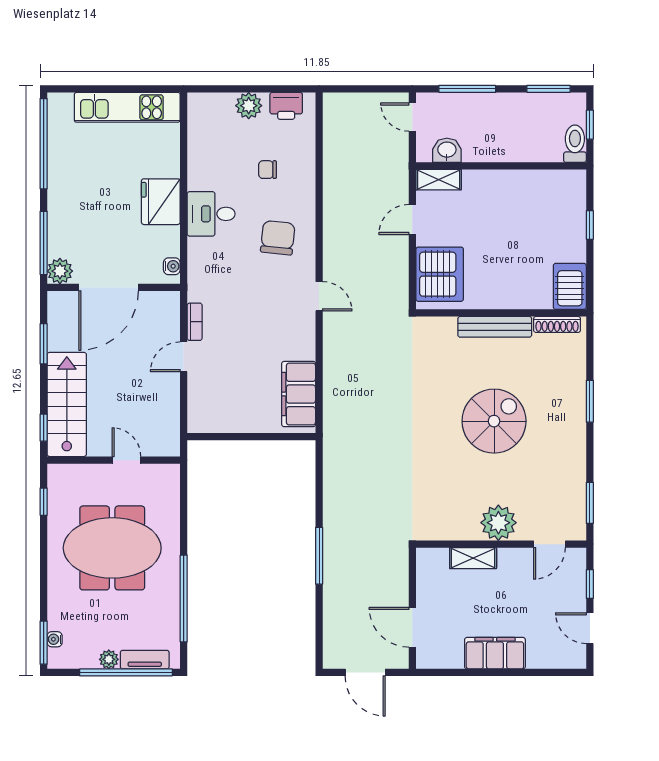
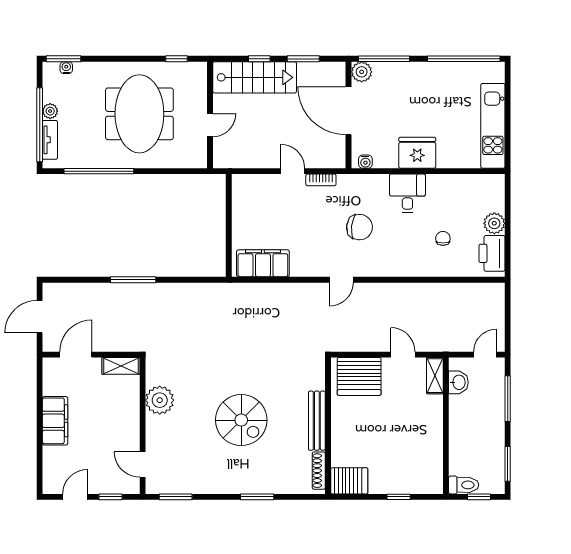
printer: (286, 106) -> (492, 253), width x1.37, depth x1.19
chair: (278, 238) -> (359, 227), moved
window: (44, 428) -> (259, 59), moved
plant: (498, 523) -> (160, 400), moved
shelving: (473, 558) -> (121, 366), moved, turned 90

